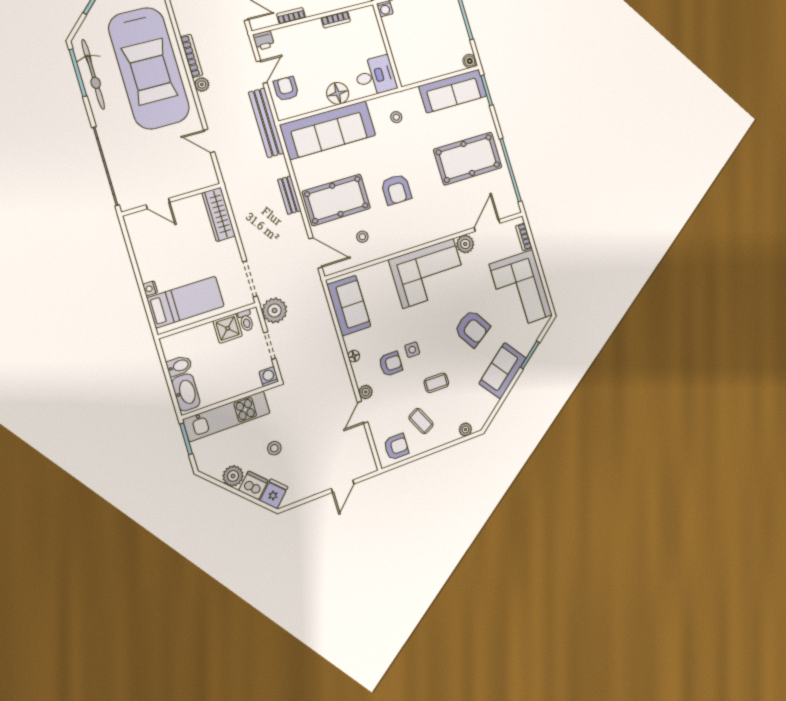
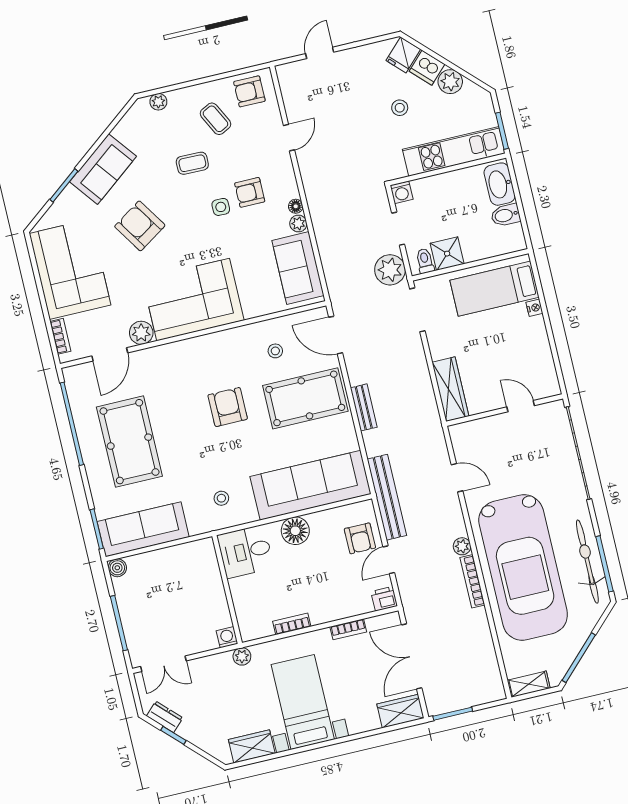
car: (149, 68) -> (523, 567), turned 180
pool table: (468, 158) -> (129, 442), turned 90
plant: (366, 392) -> (298, 223), moved

